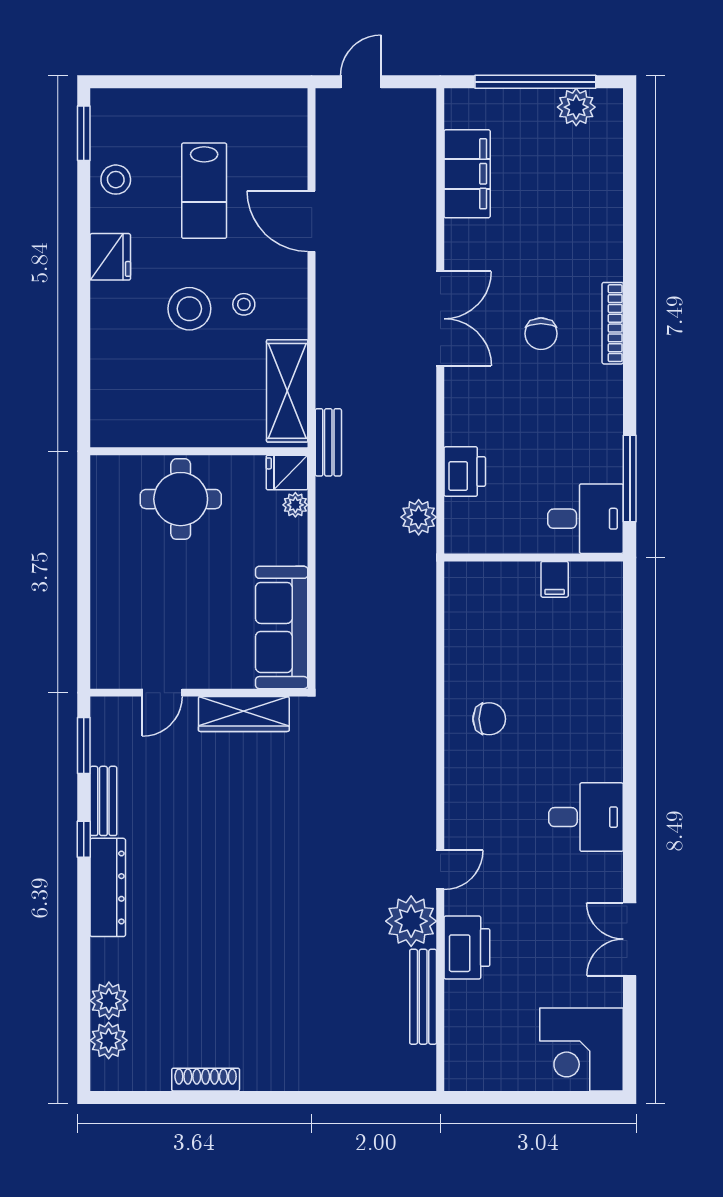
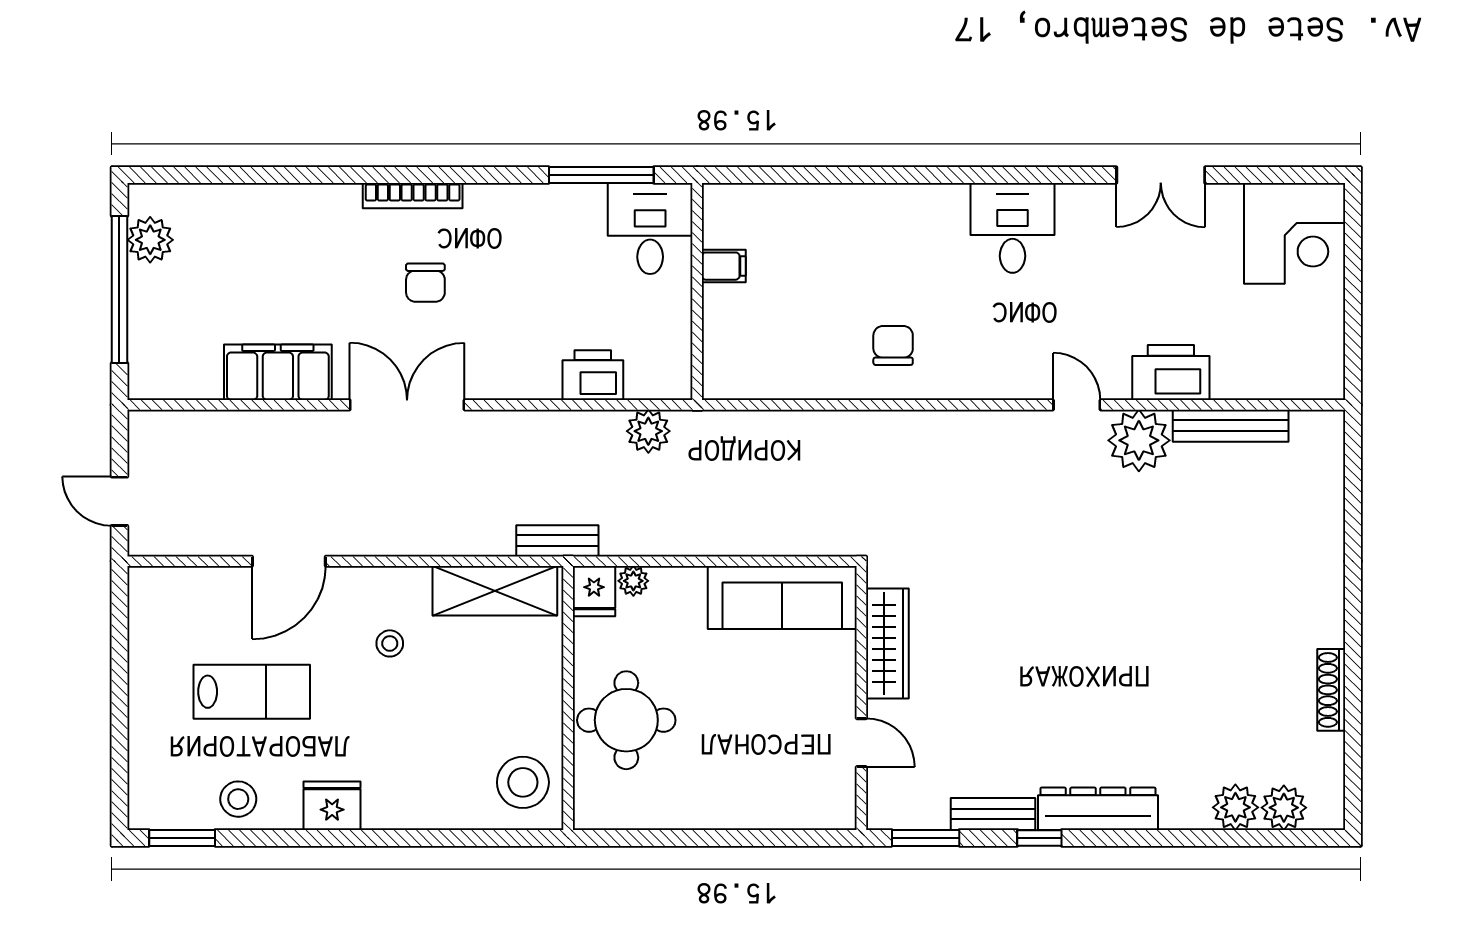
filing cabinet: (467, 174) -> (278, 372), moved
stool: (189, 309) -> (523, 782), moved
chair: (541, 334) -> (425, 283), turned 90

